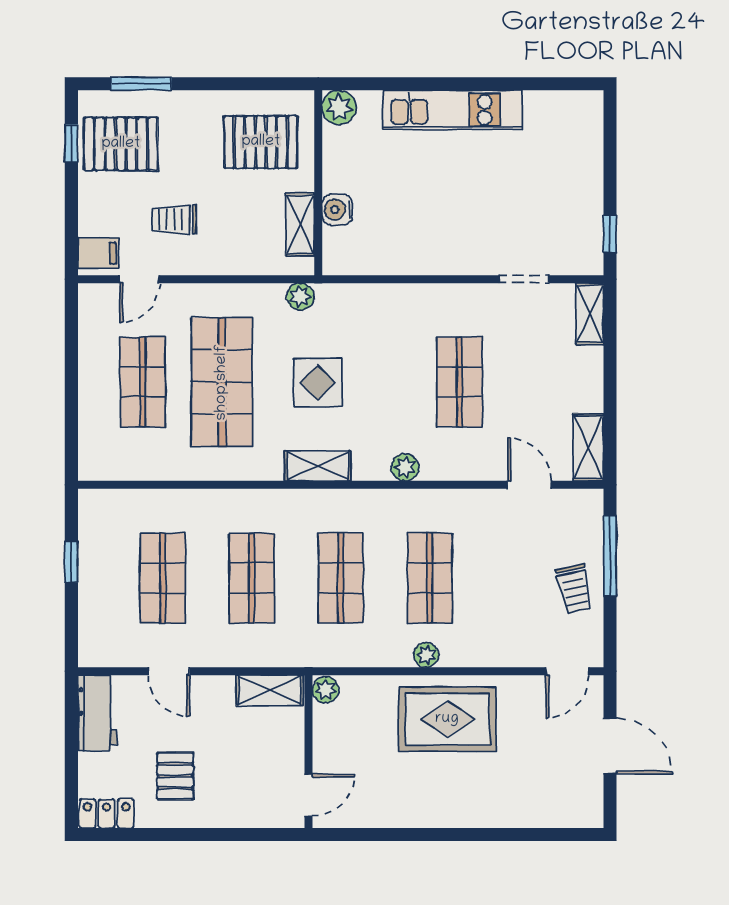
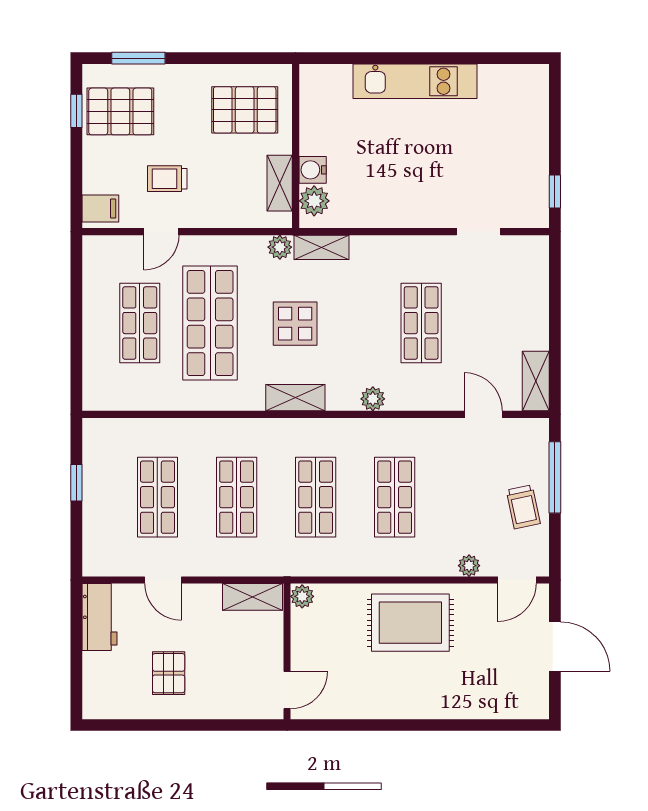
plant: (339, 107) -> (314, 201), moved
door: (139, 279) -> (161, 232), moved
shelving: (590, 314) -> (321, 247), moved, turned 90
plant: (426, 655) -> (469, 566), moved
locker: (107, 813) -> (108, 706), removed

